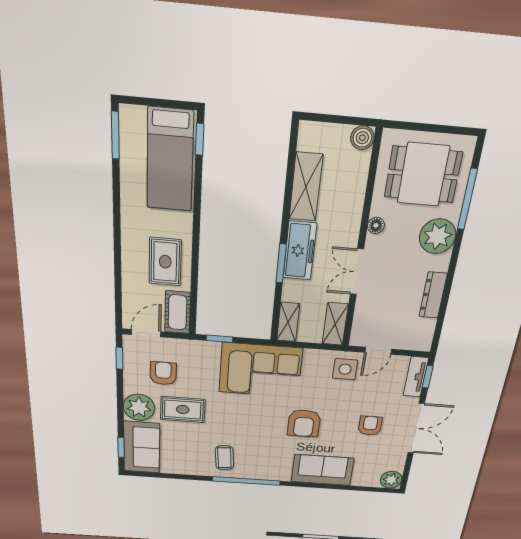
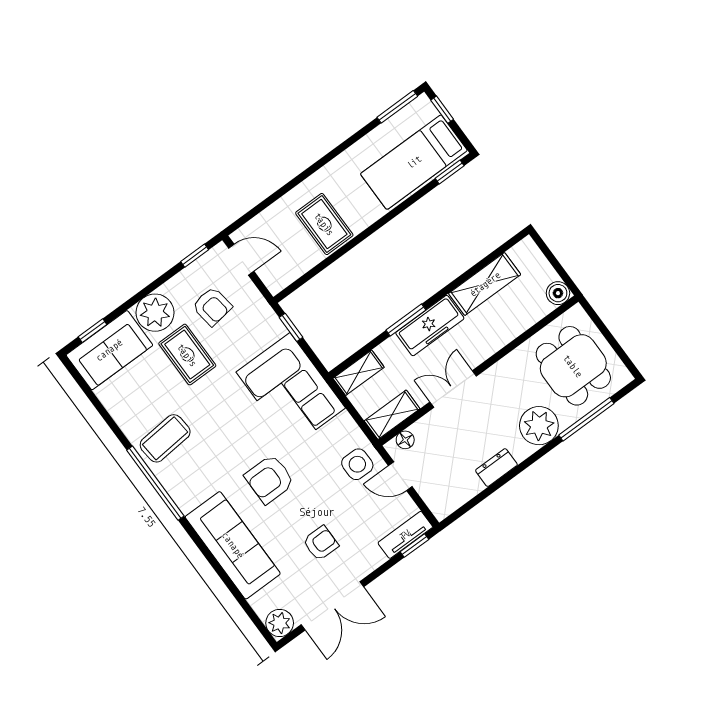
window: (145, 101) -> (442, 110), added
floor lamp: (376, 225) -> (405, 440), moved
rug: (165, 262) -> (324, 224), turned 90
dresser: (433, 295) -> (496, 468), width x0.70
cot: (178, 312) -> (286, 271), removed
armchair: (163, 373) -> (212, 306), turned 82
double door: (416, 428) -> (332, 606), moved
coffee table: (224, 458) -> (165, 438), width x1.36, depth x1.30
sofa: (322, 470) -> (233, 545), width x1.36

